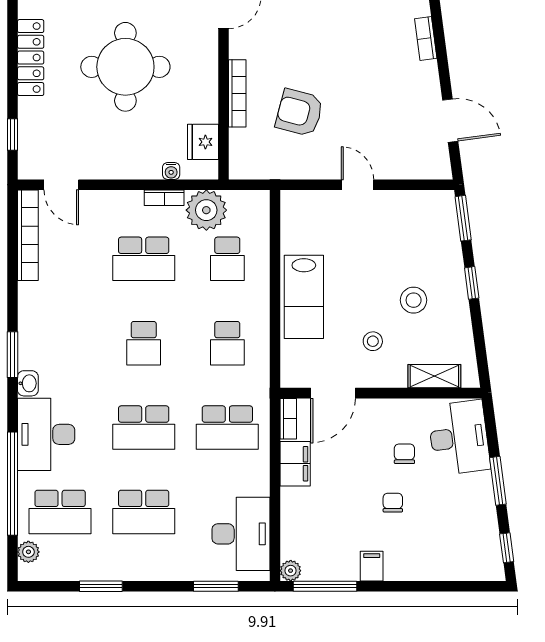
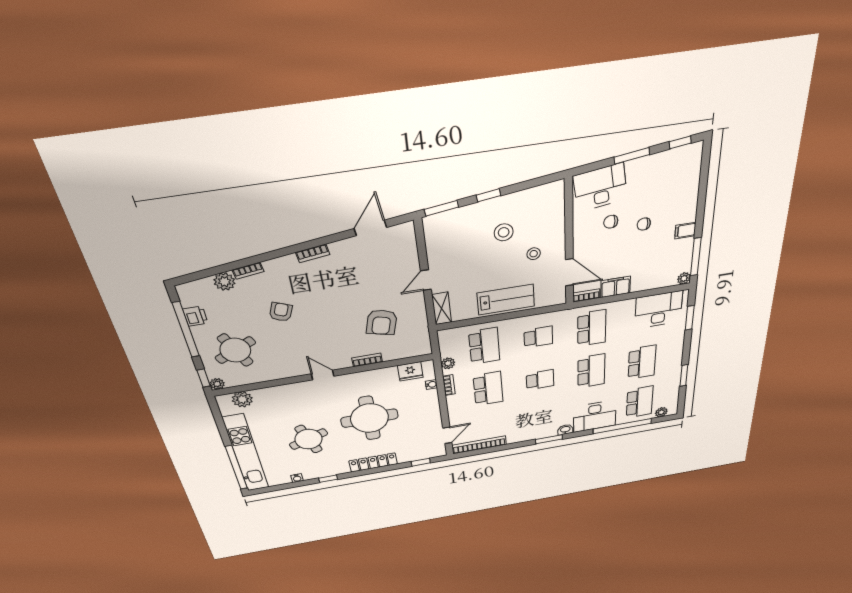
bookcase: (237, 93) -> (367, 360), width x0.64
plant: (206, 210) -> (448, 363), width x0.53, depth x0.53
school desk: (227, 259) -> (484, 346), width x1.85
shelving: (434, 376) -> (442, 308), moved

